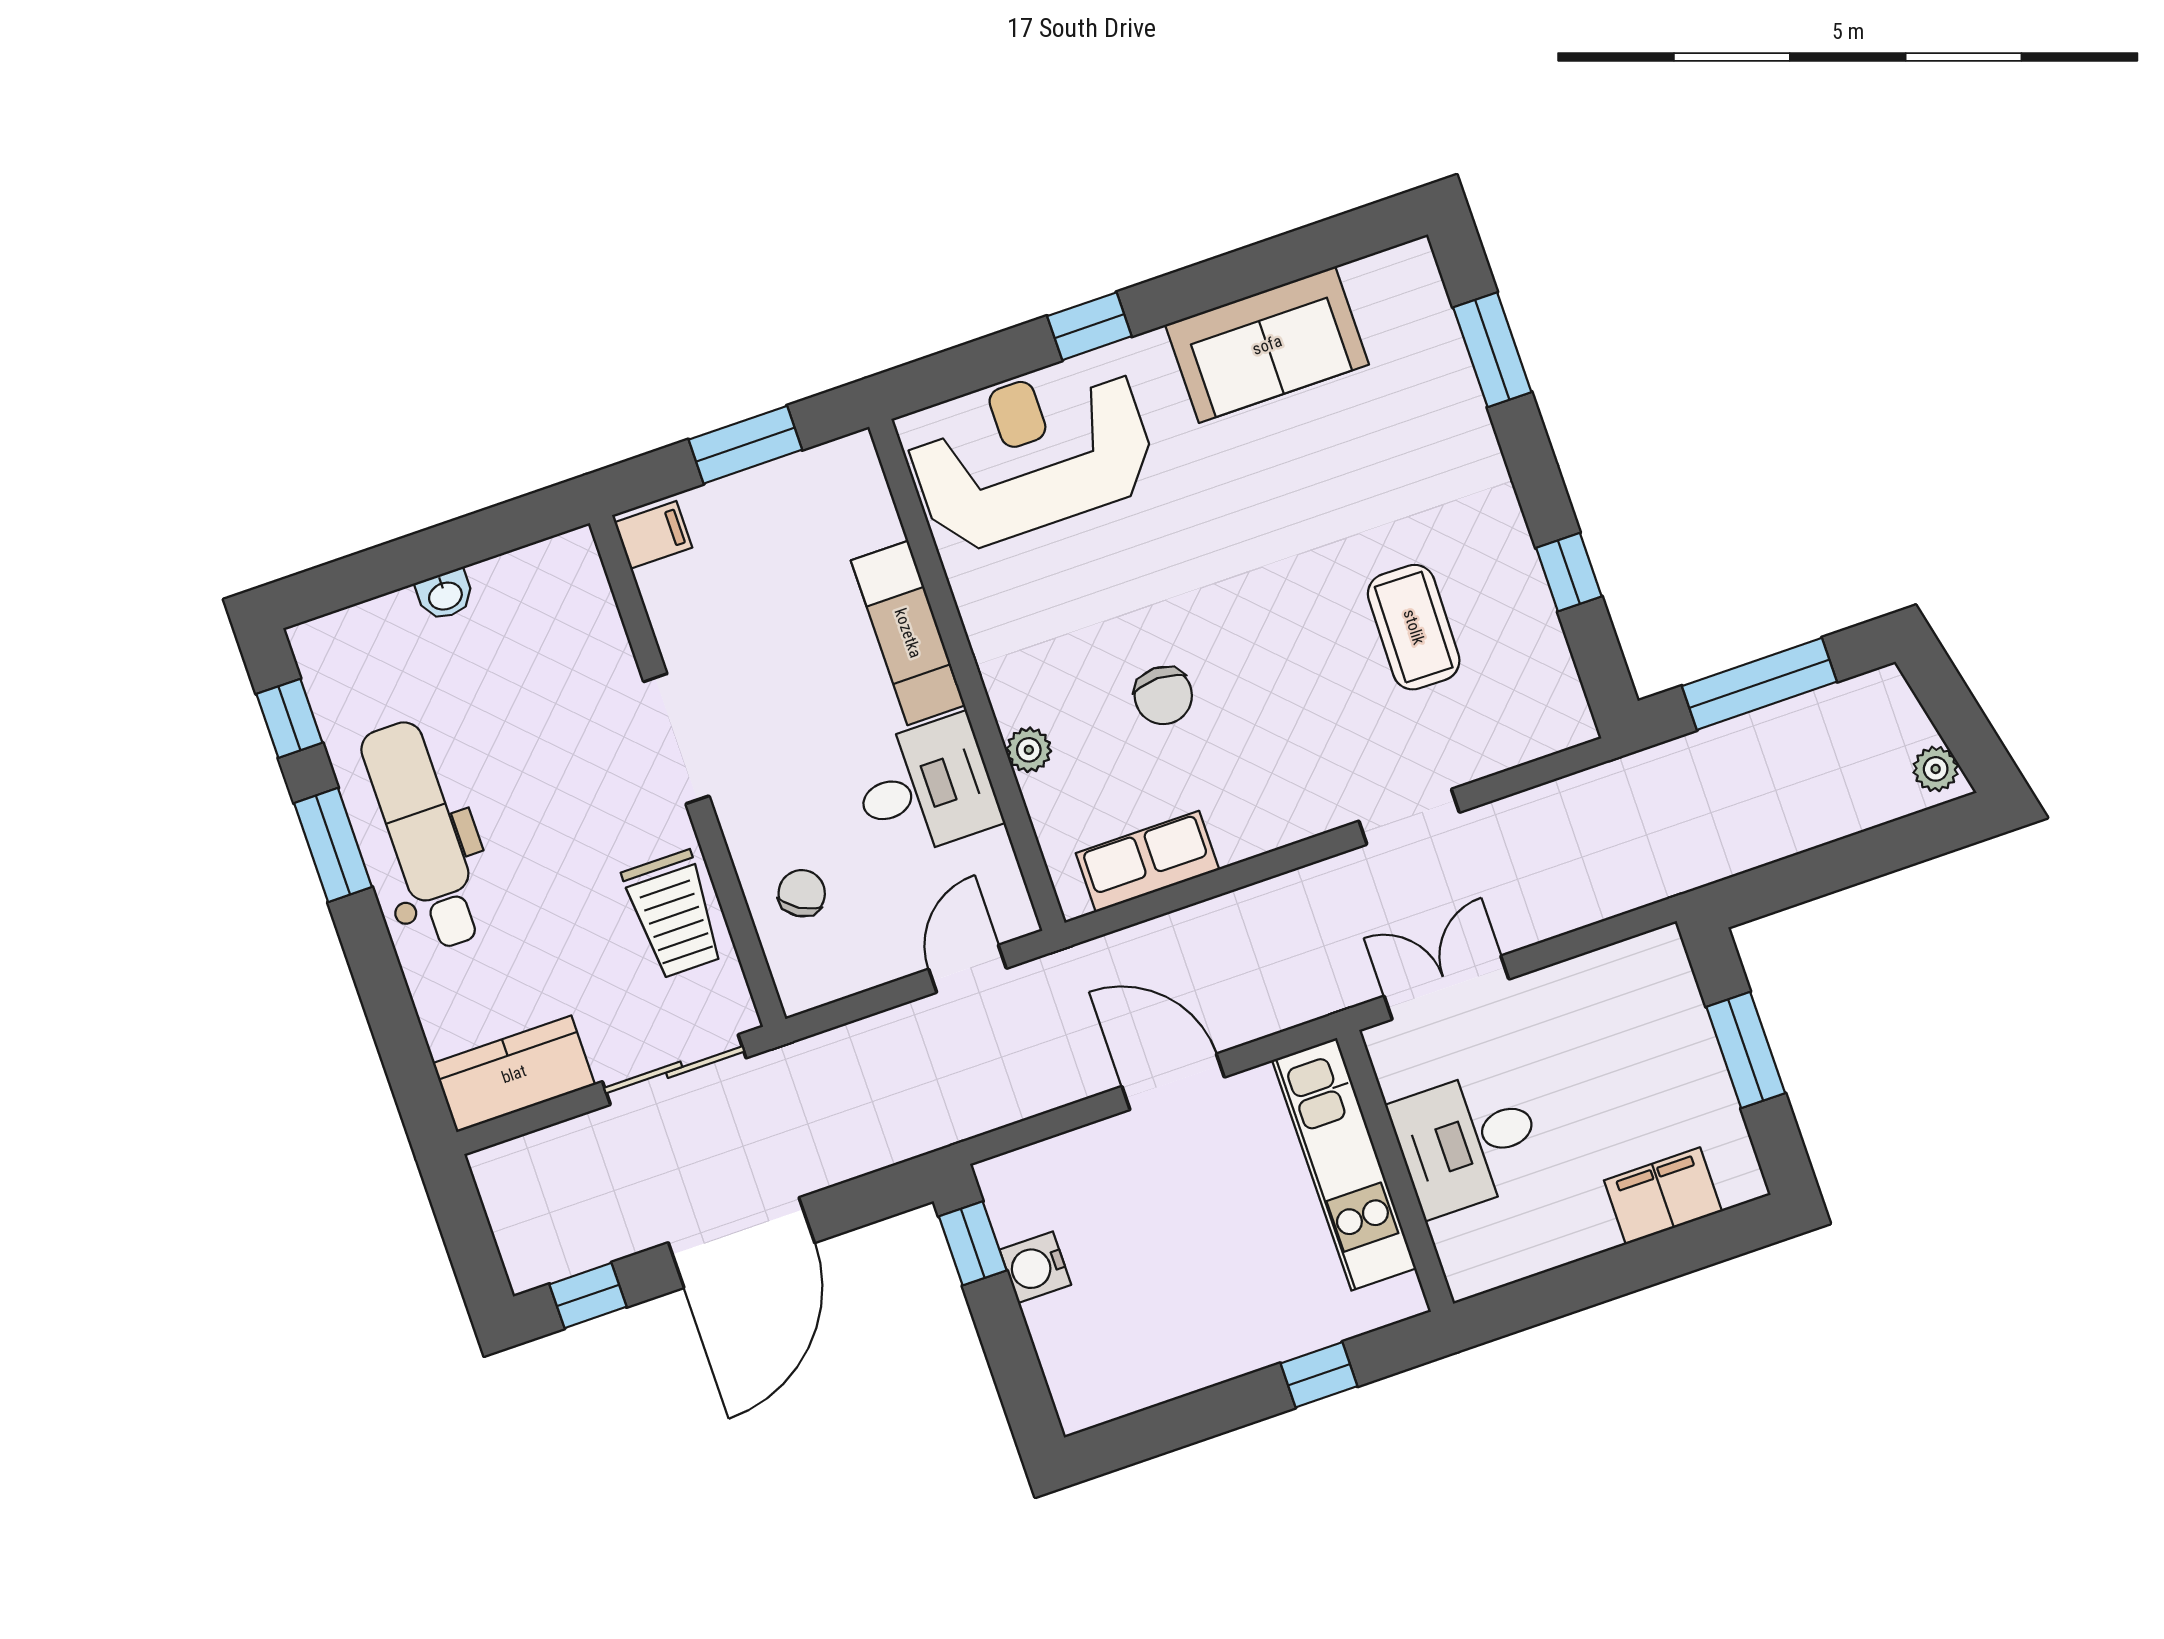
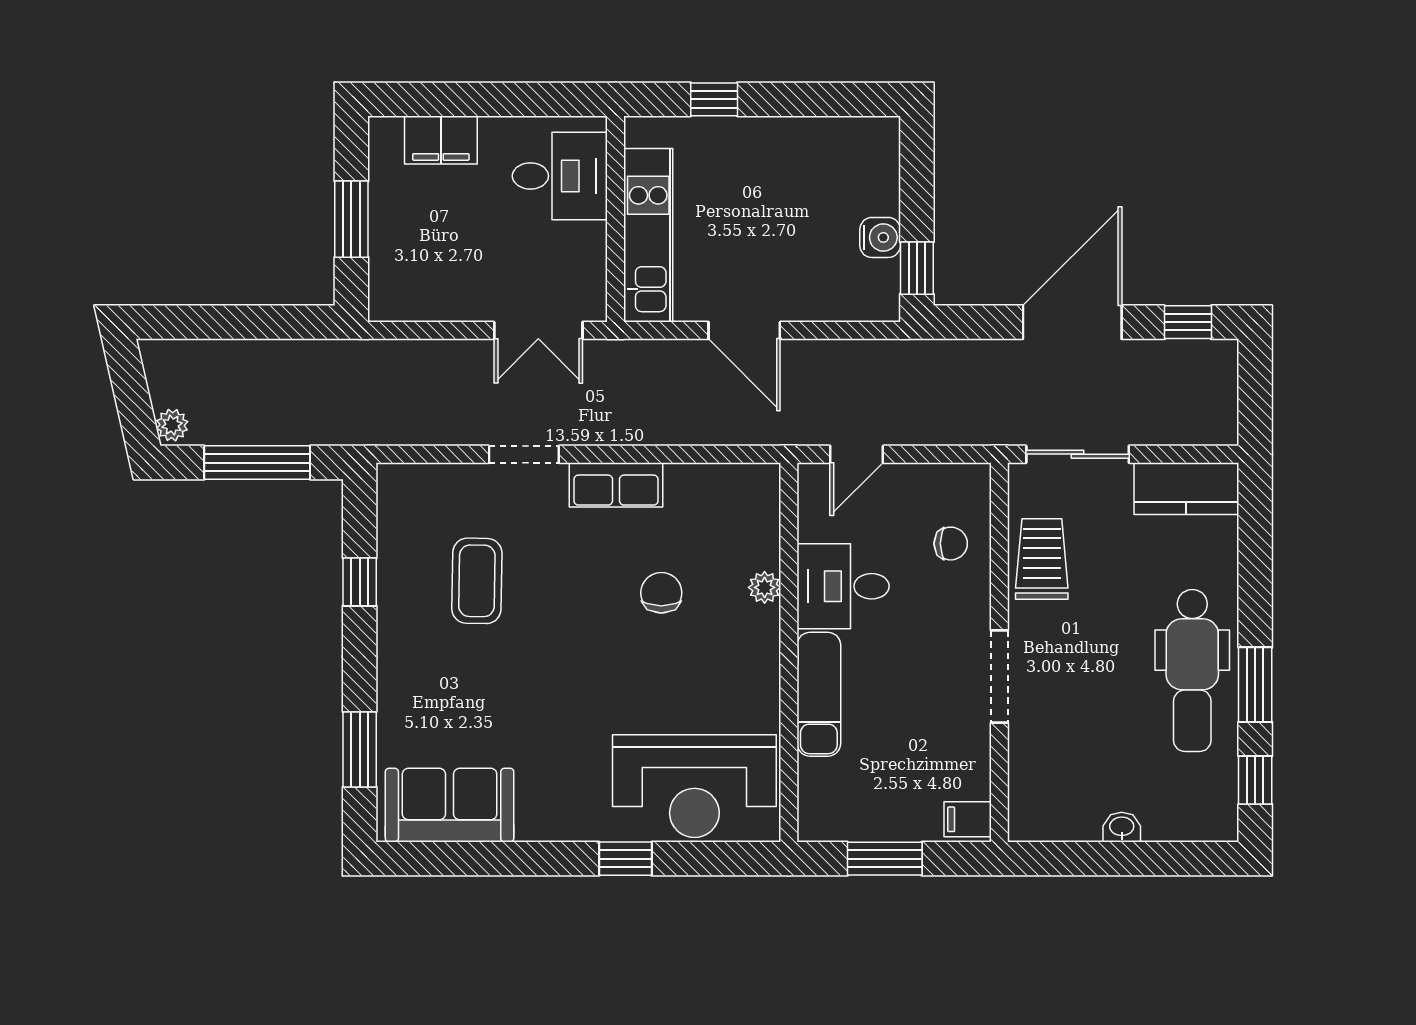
sofa: (1267, 345) -> (450, 805), moved
plant: (1936, 769) -> (172, 425), moved
row of seats: (1148, 861) -> (616, 485), moved
chair: (802, 893) -> (951, 544), turned -121
desk: (1468, 1142) -> (560, 176), moved

